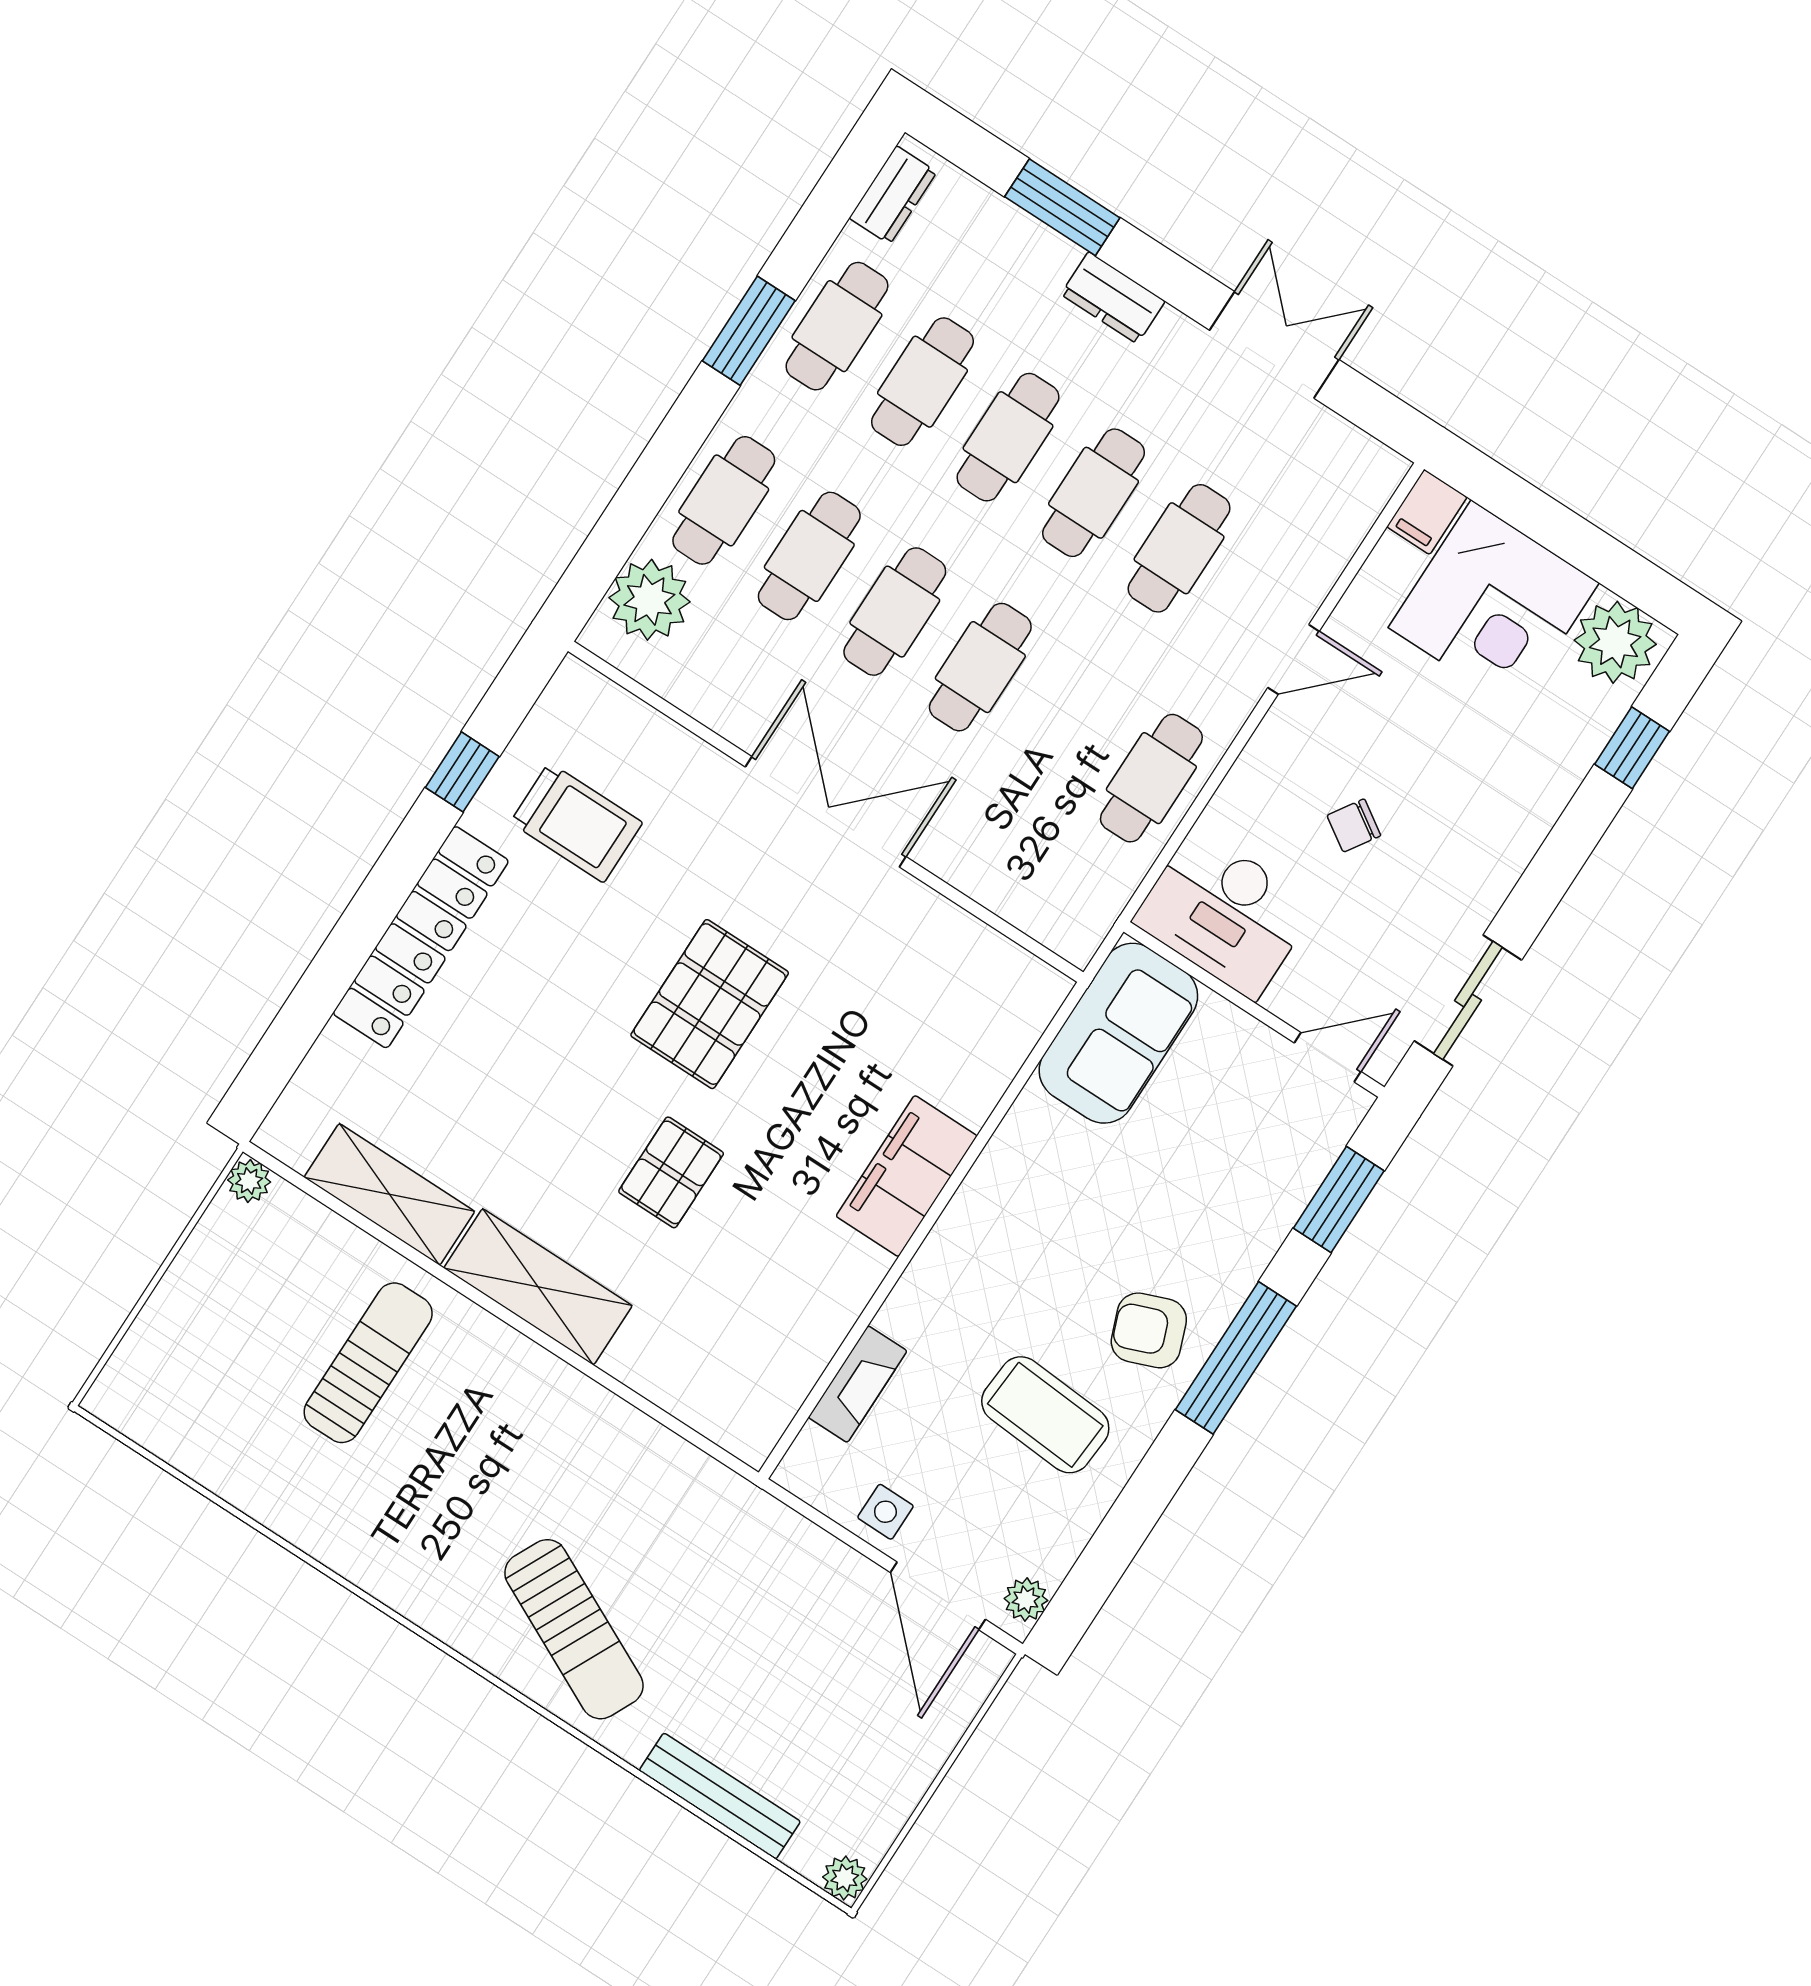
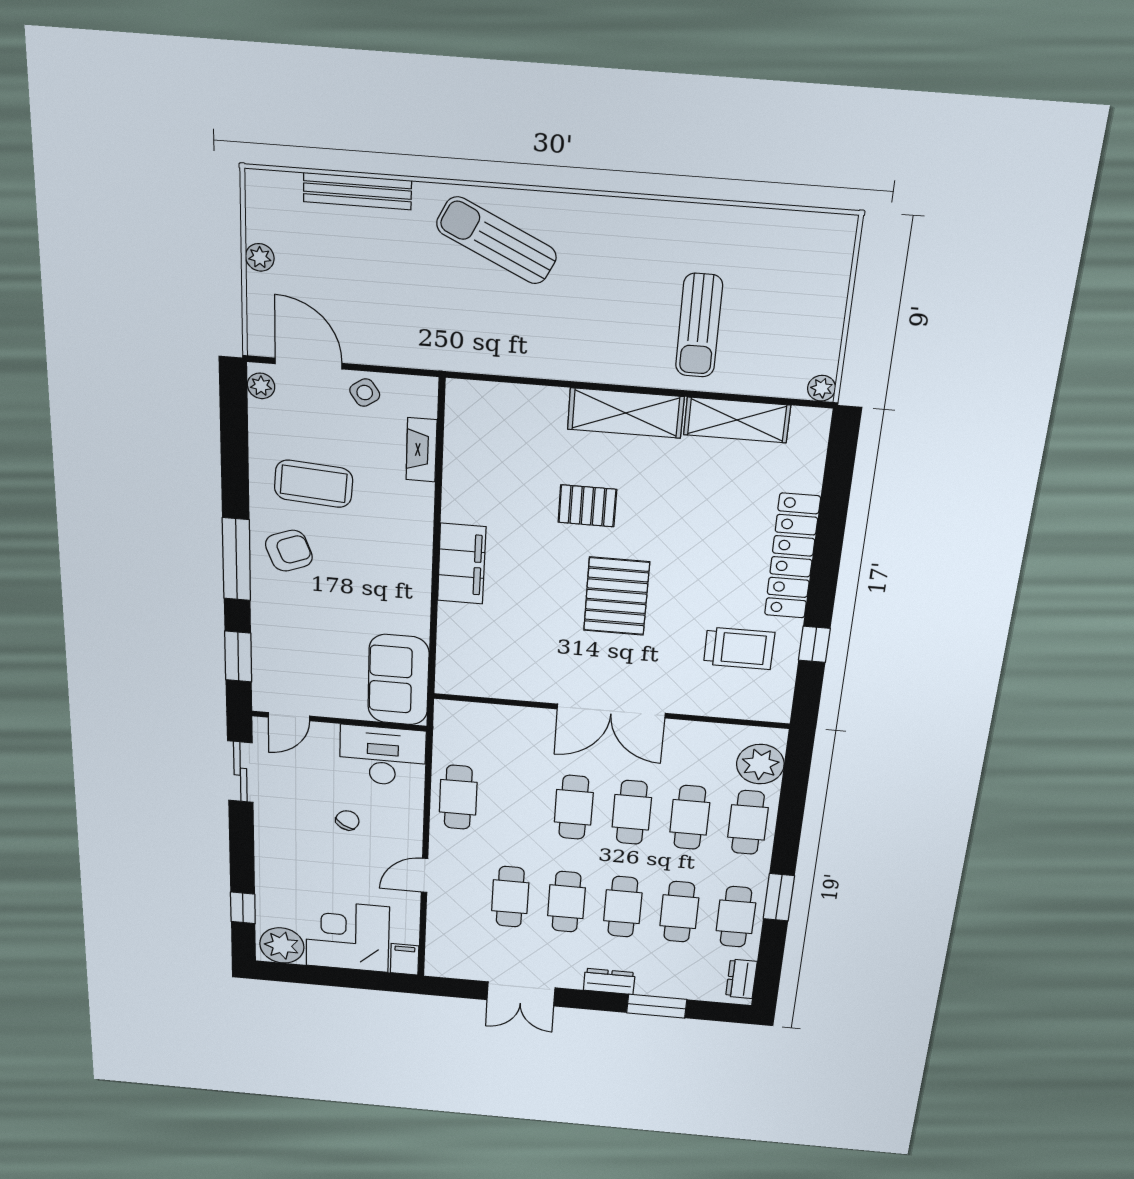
trolley: (576, 822) -> (739, 648), turned 180
pallet: (671, 1172) -> (587, 506), turned 90
side table: (885, 1512) -> (365, 393), turned -34
plant: (845, 1878) -> (260, 257), moved

